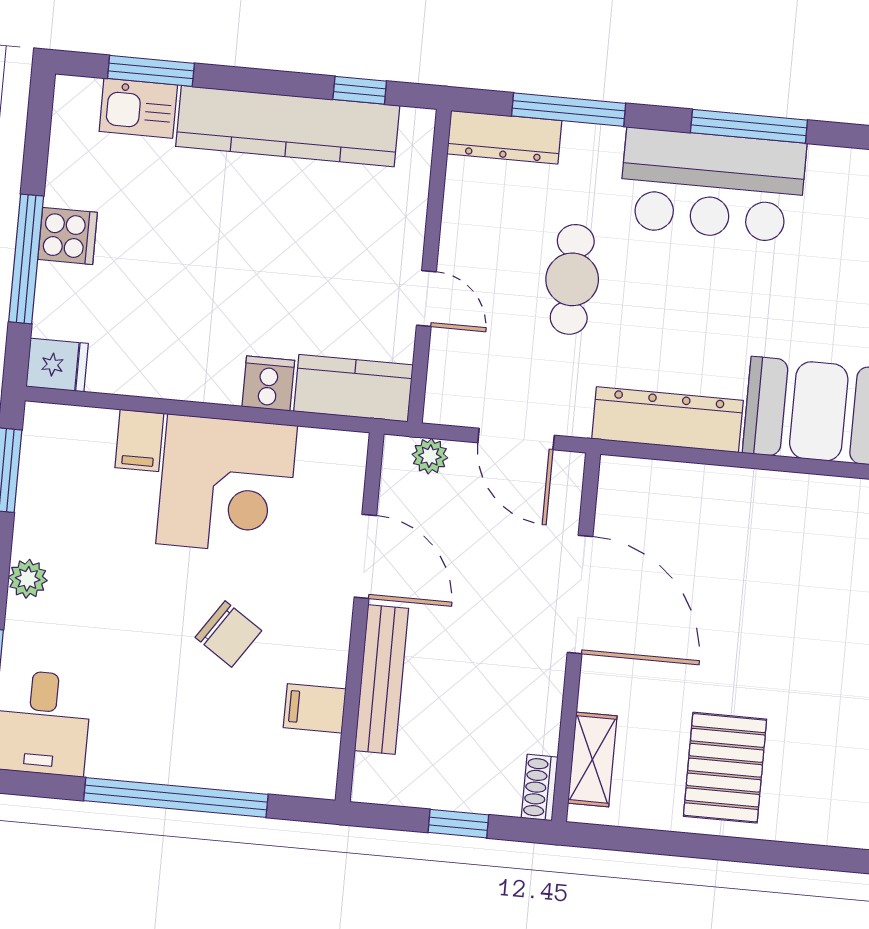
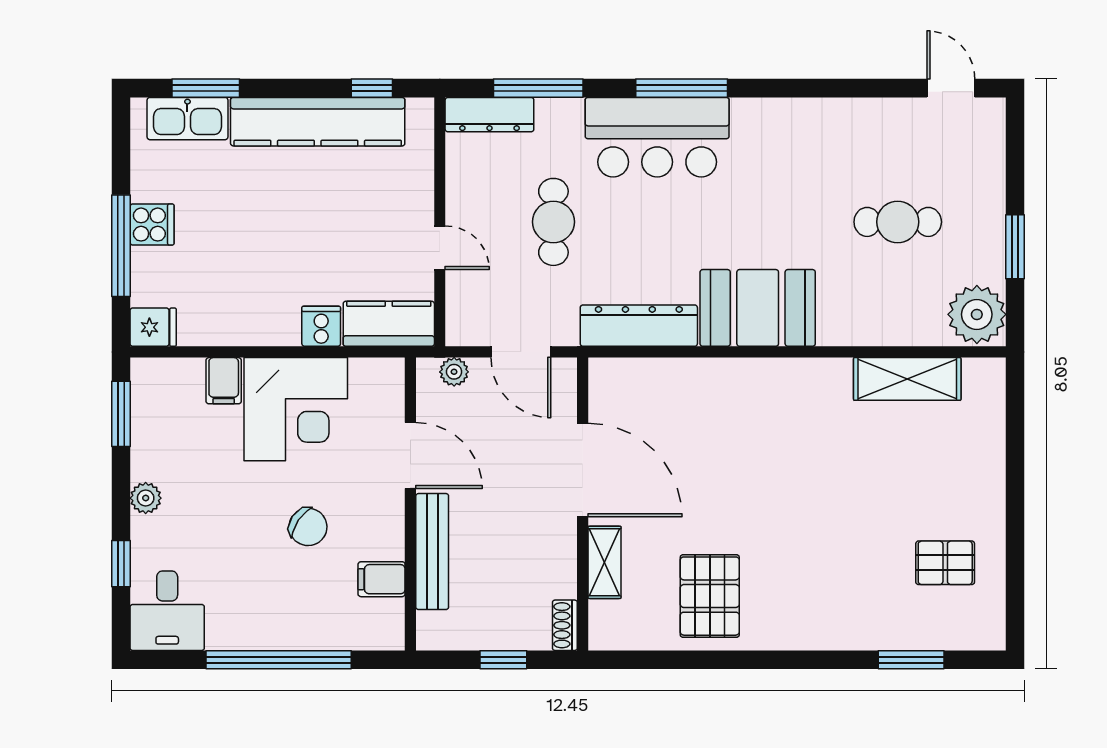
kitchen sink: (138, 108) -> (187, 119), width x1.38
shelving: (592, 759) -> (604, 562), moved

